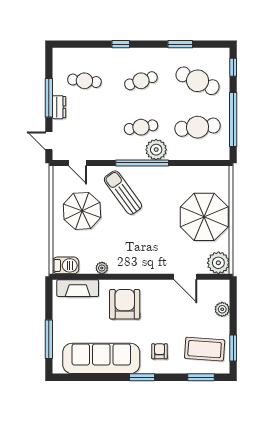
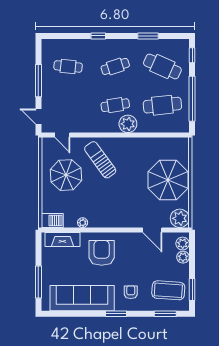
dresser: (59, 107) -> (47, 88), removed
window: (142, 163) -> (116, 135), removed
plant: (222, 293) -> (183, 244), added

